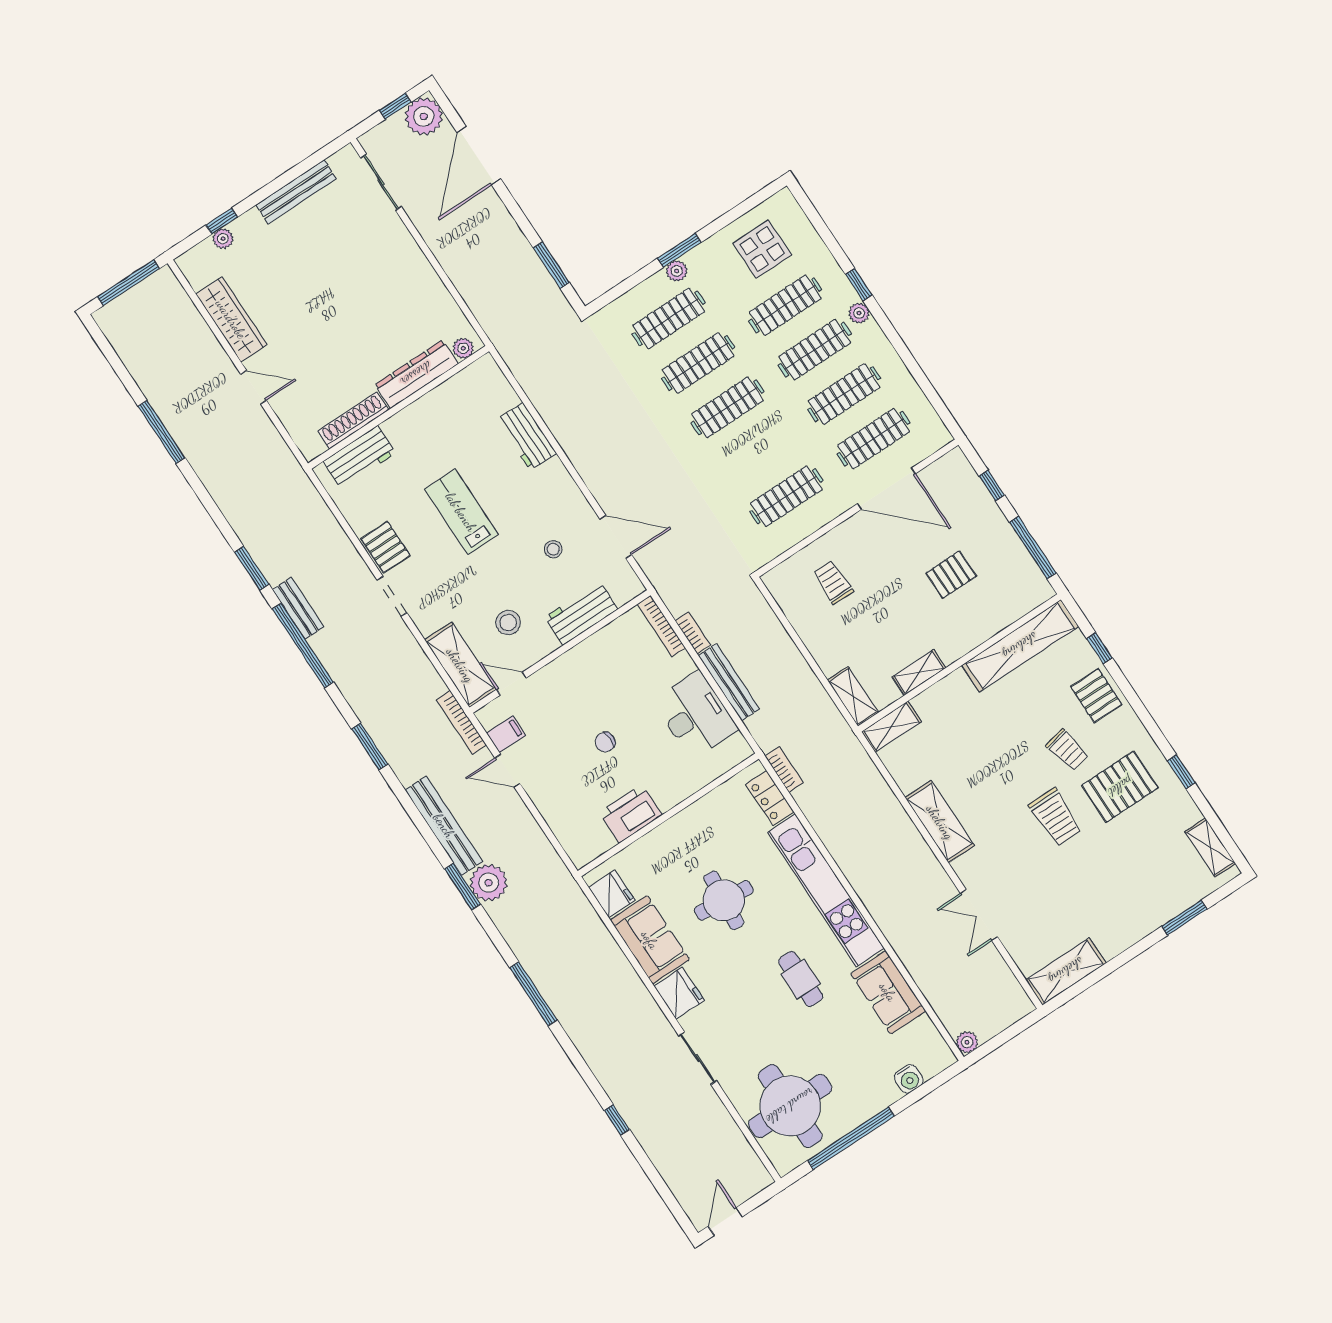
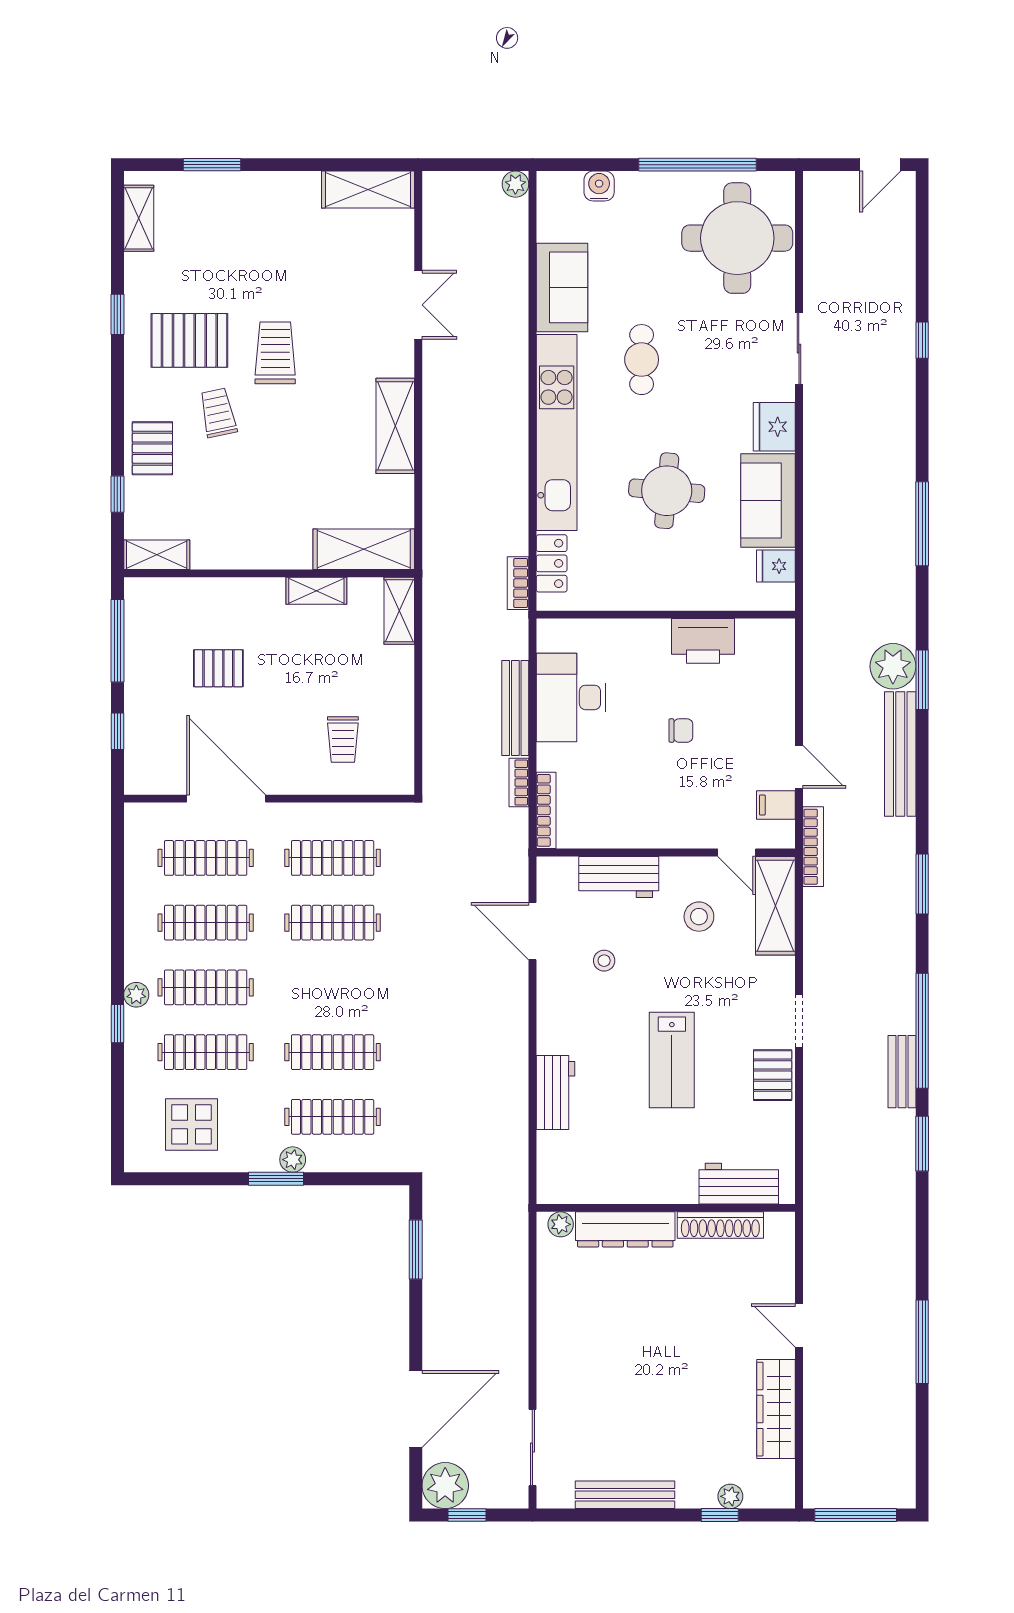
clothes rail: (728, 407) -> (333, 923), moved
shelving: (1020, 646) -> (157, 555), width x0.45, depth x0.75
shelving: (891, 727) -> (364, 549), width x1.50, depth x1.33
fridge: (612, 894) -> (776, 566), width x0.72

